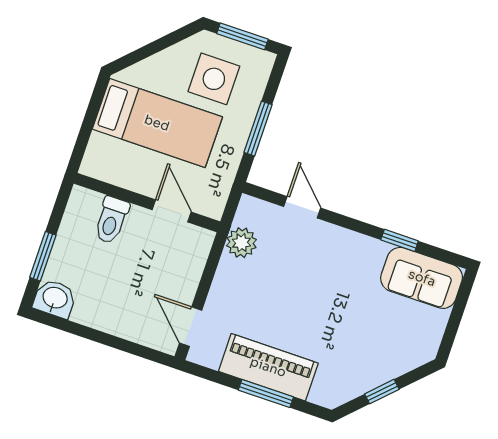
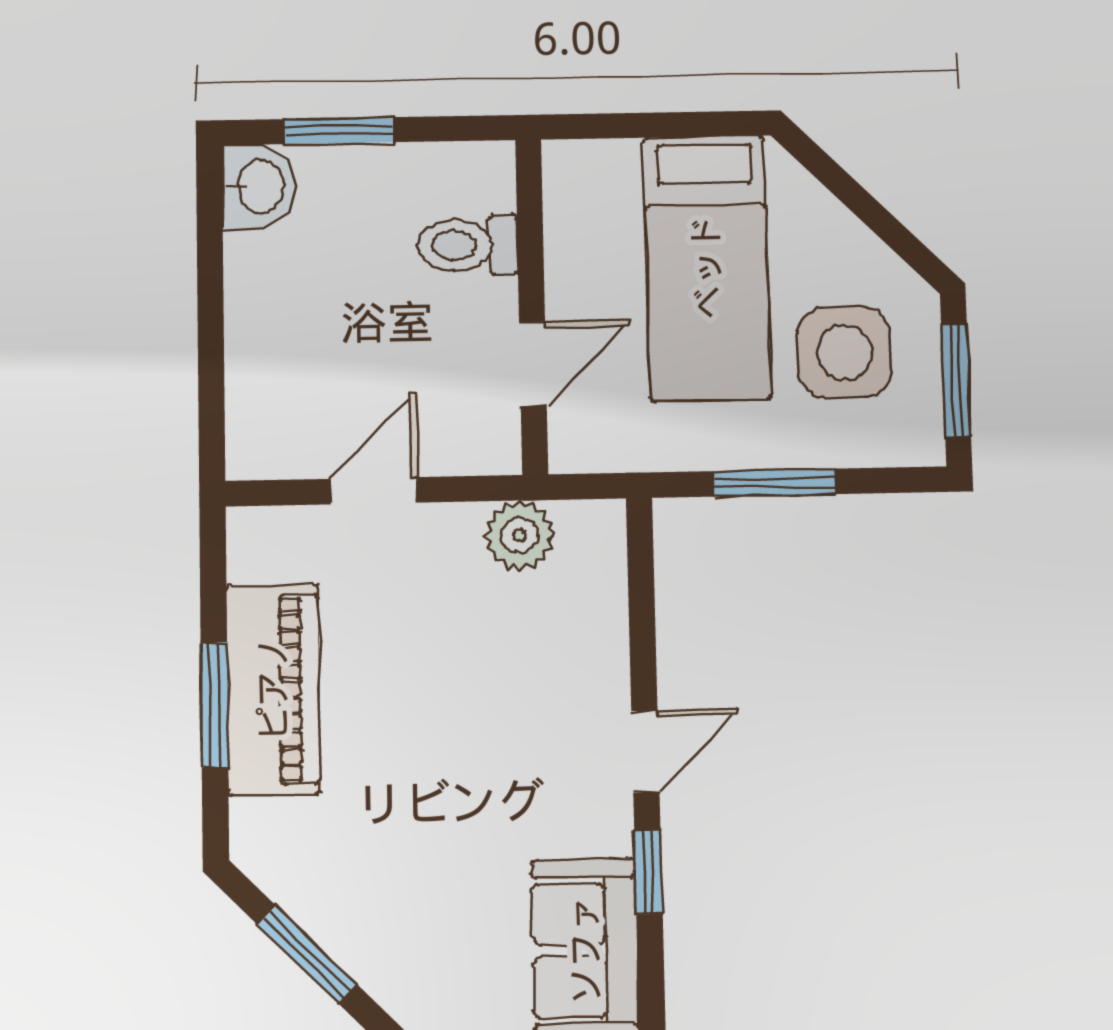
door: (302, 207) -> (645, 752), moved
door: (191, 327) -> (374, 491), moved
window: (382, 392) -> (307, 955), width x1.50

